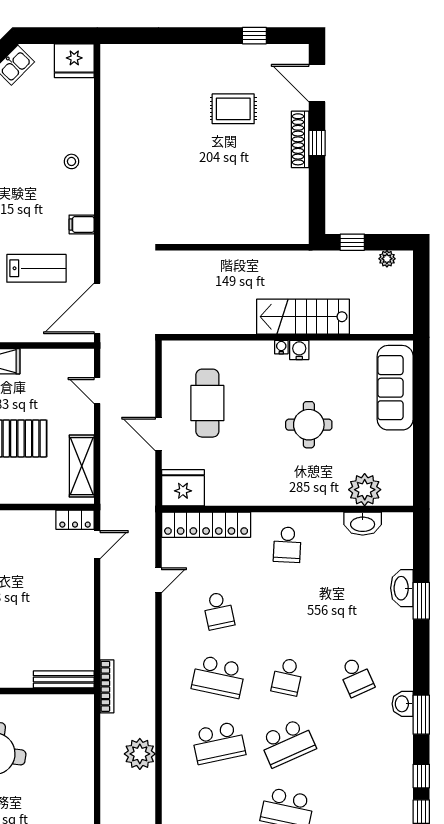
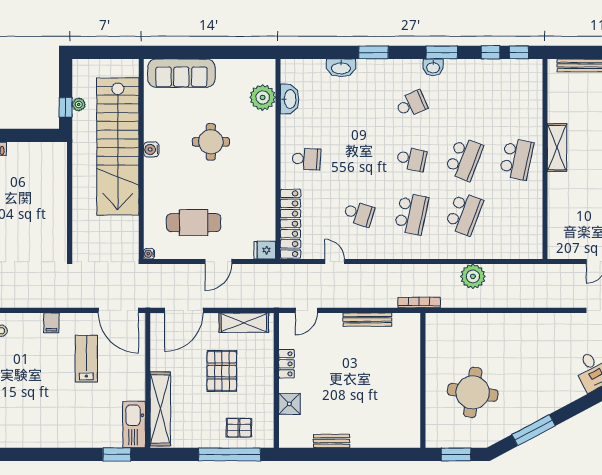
plant: (387, 259) -> (79, 104), moved
stairs: (303, 317) -> (118, 147), width x1.86, depth x1.51
water cooler: (281, 347) -> (149, 254), moved
door: (97, 391) -> (184, 310), width x1.87
fridge: (183, 488) -> (265, 250), width x0.53, depth x0.75
locker: (75, 520) -> (286, 364), moved
door: (97, 545) -> (306, 310), swing flipped
window: (421, 601) -> (373, 52), moved
school desk: (219, 611) -> (359, 214), turned 30
bench: (64, 679) -> (367, 320), moved, turned 90
school desk: (219, 743) -> (464, 214), turned 33
school desk: (287, 743) -> (464, 159), turned 45

